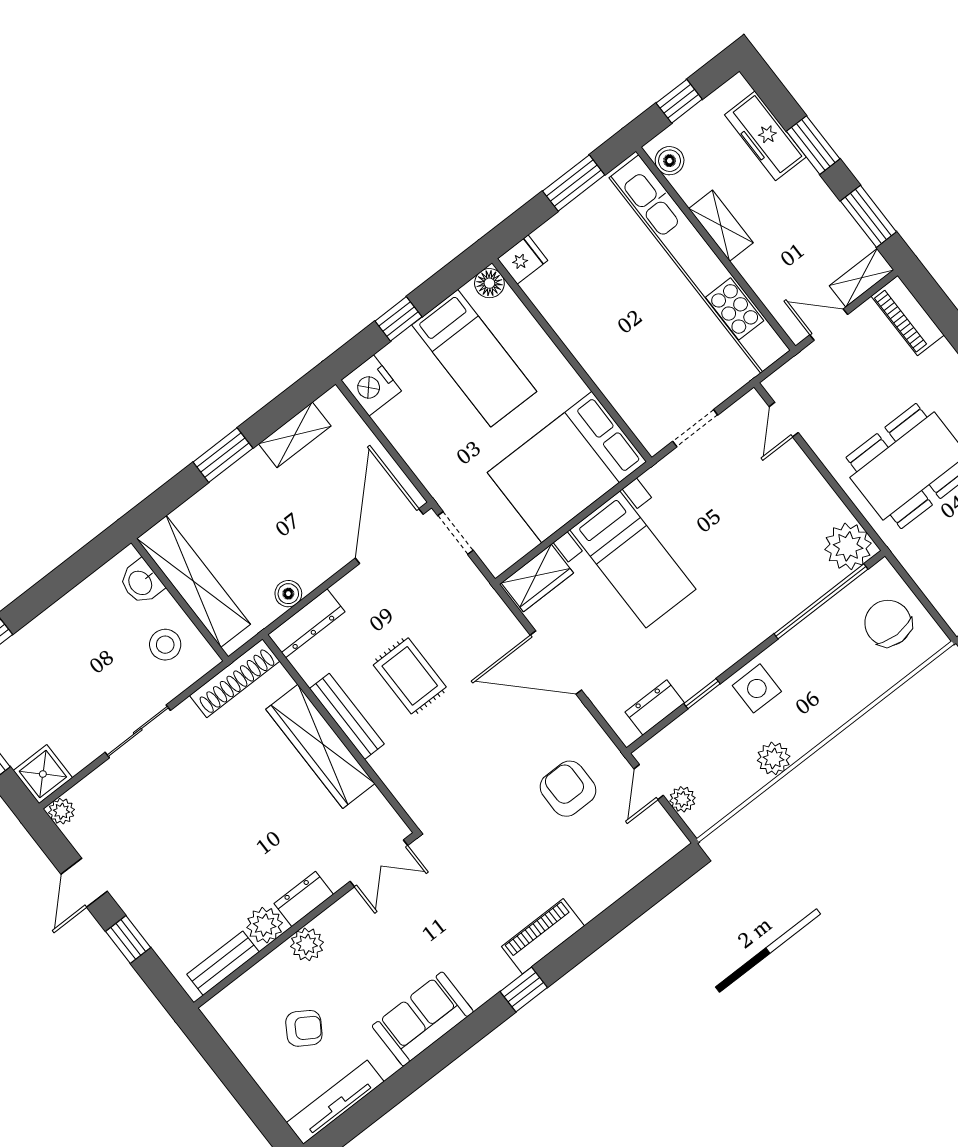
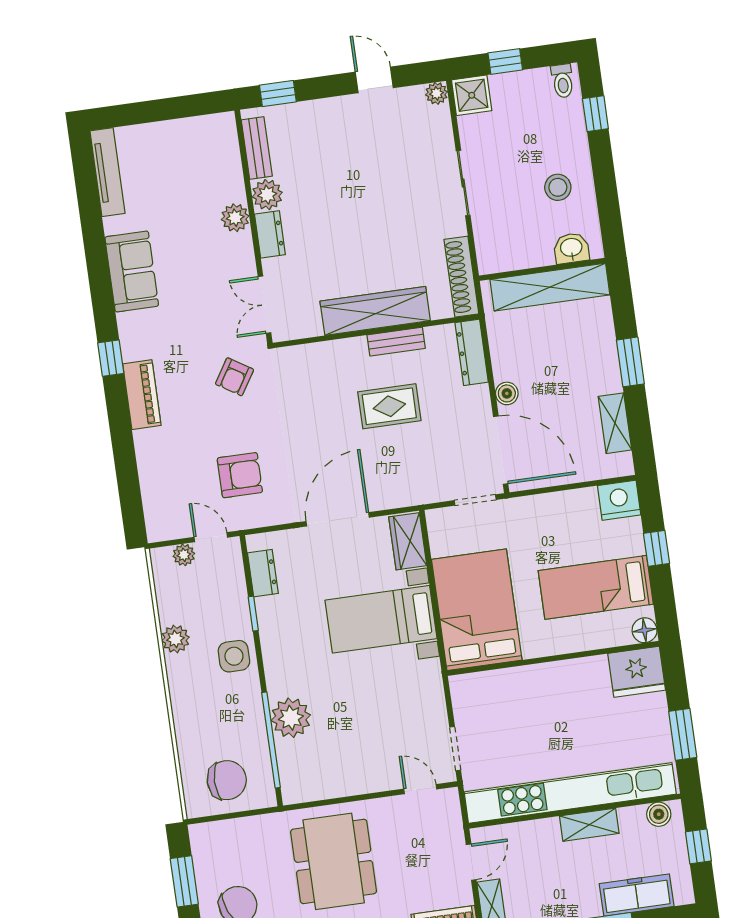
fridge: (523, 260) -> (637, 672), width x1.88, depth x1.34
doorway: (695, 428) -> (455, 749), moved
plant: (848, 546) -> (291, 718), moved
boiler: (288, 594) -> (507, 393), moved
stool: (165, 645) -> (558, 187), moved
bench: (347, 716) -> (396, 342), width x0.73
window: (128, 939) -> (278, 93), moved
armchair: (304, 1028) -> (234, 377), moved

